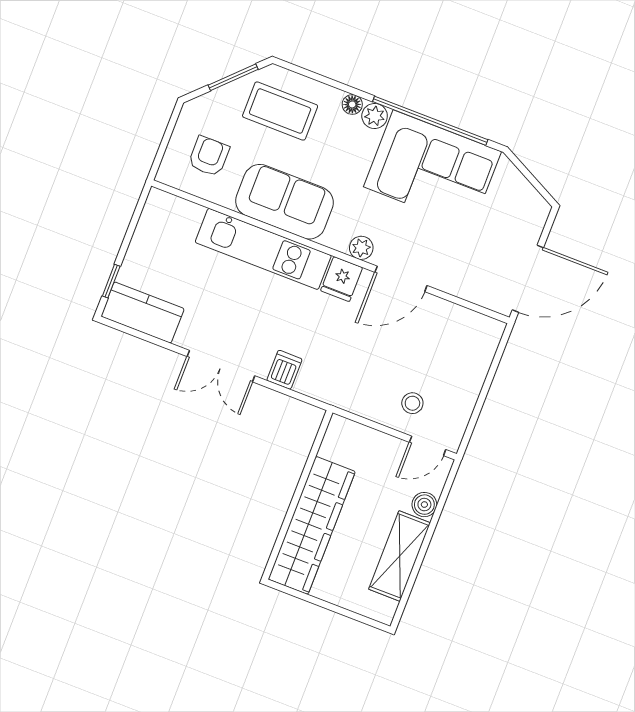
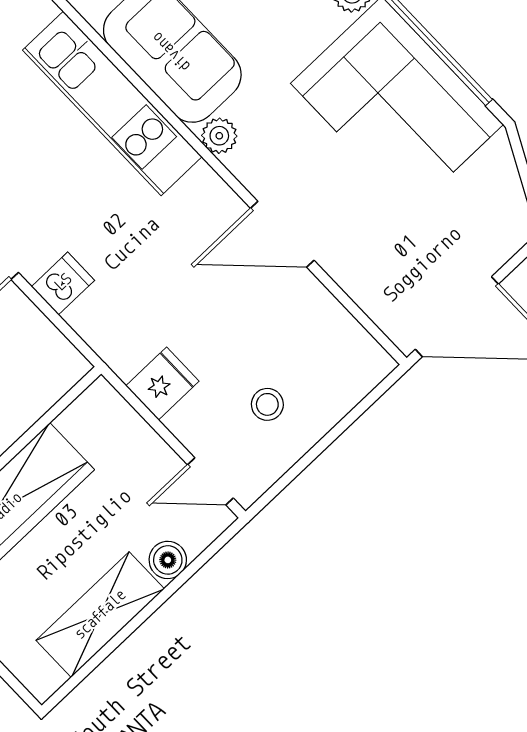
plant: (361, 248) -> (219, 136), moved
fridge: (342, 279) -> (162, 384), moved, turned 180
stool: (412, 403) -> (267, 404), moved

